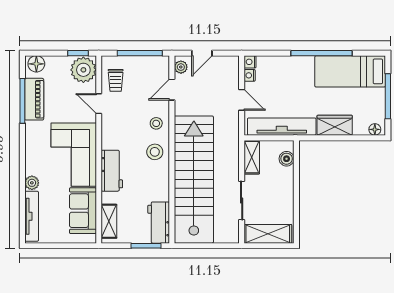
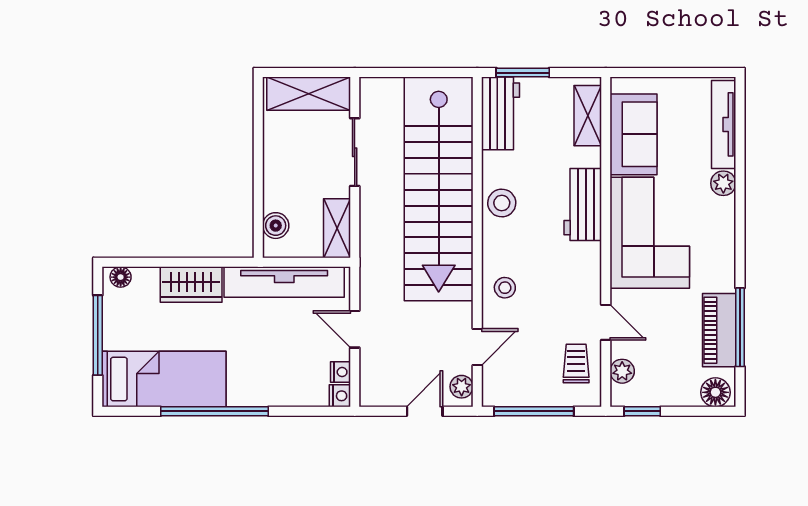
plant: (83, 70) -> (622, 371), width x0.53, depth x0.53
stool: (155, 152) -> (502, 203), moved

